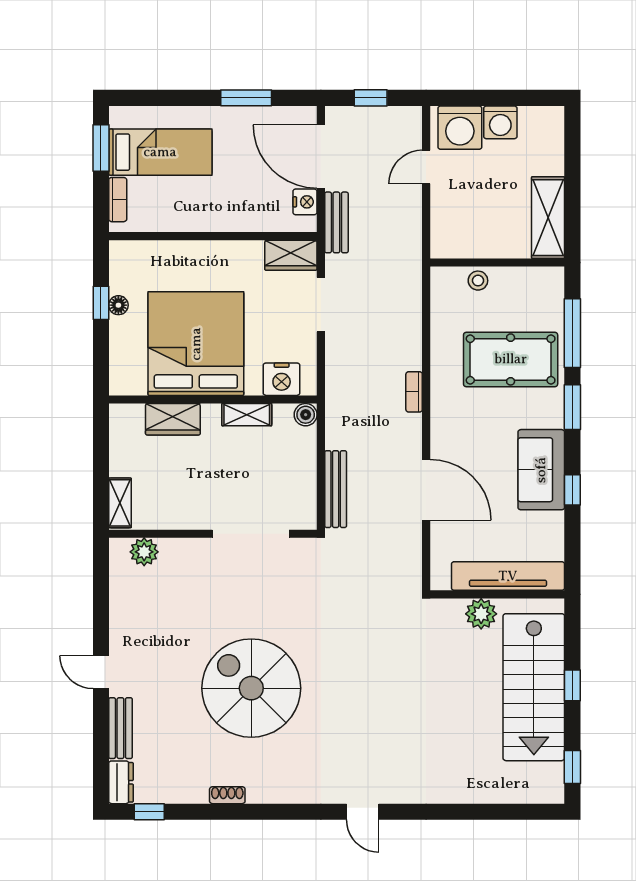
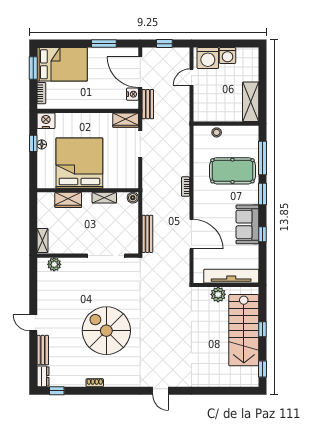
bed: (160, 152) -> (62, 64), width x1.50
nightstand: (282, 379) -> (46, 121), moved, turned 180

